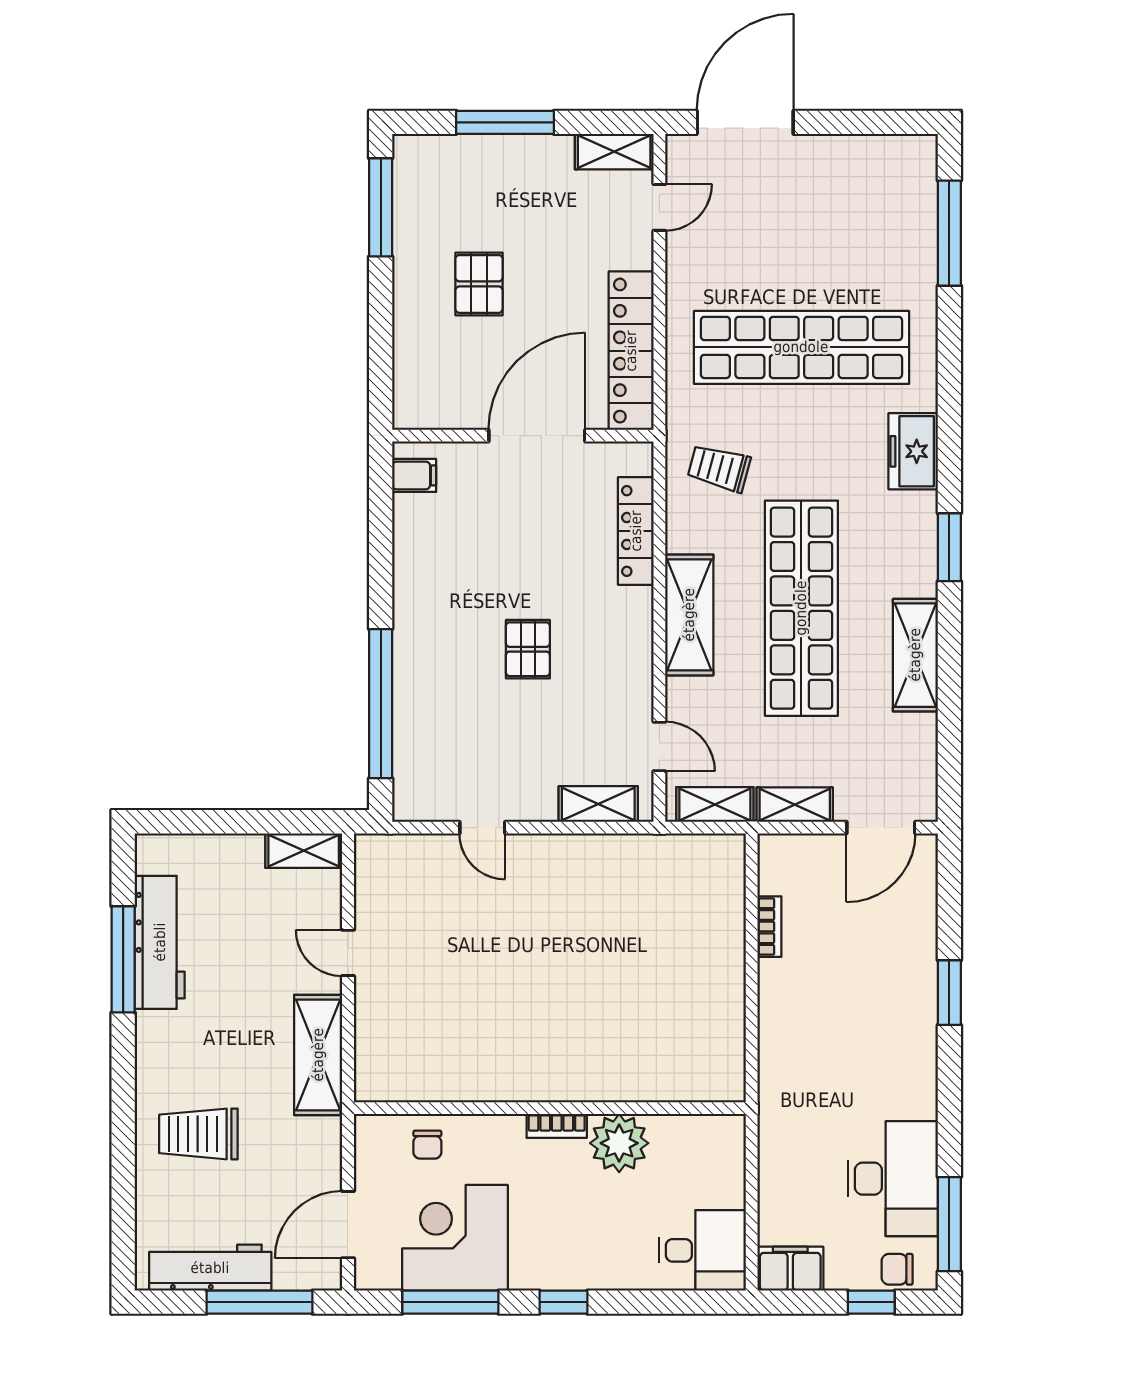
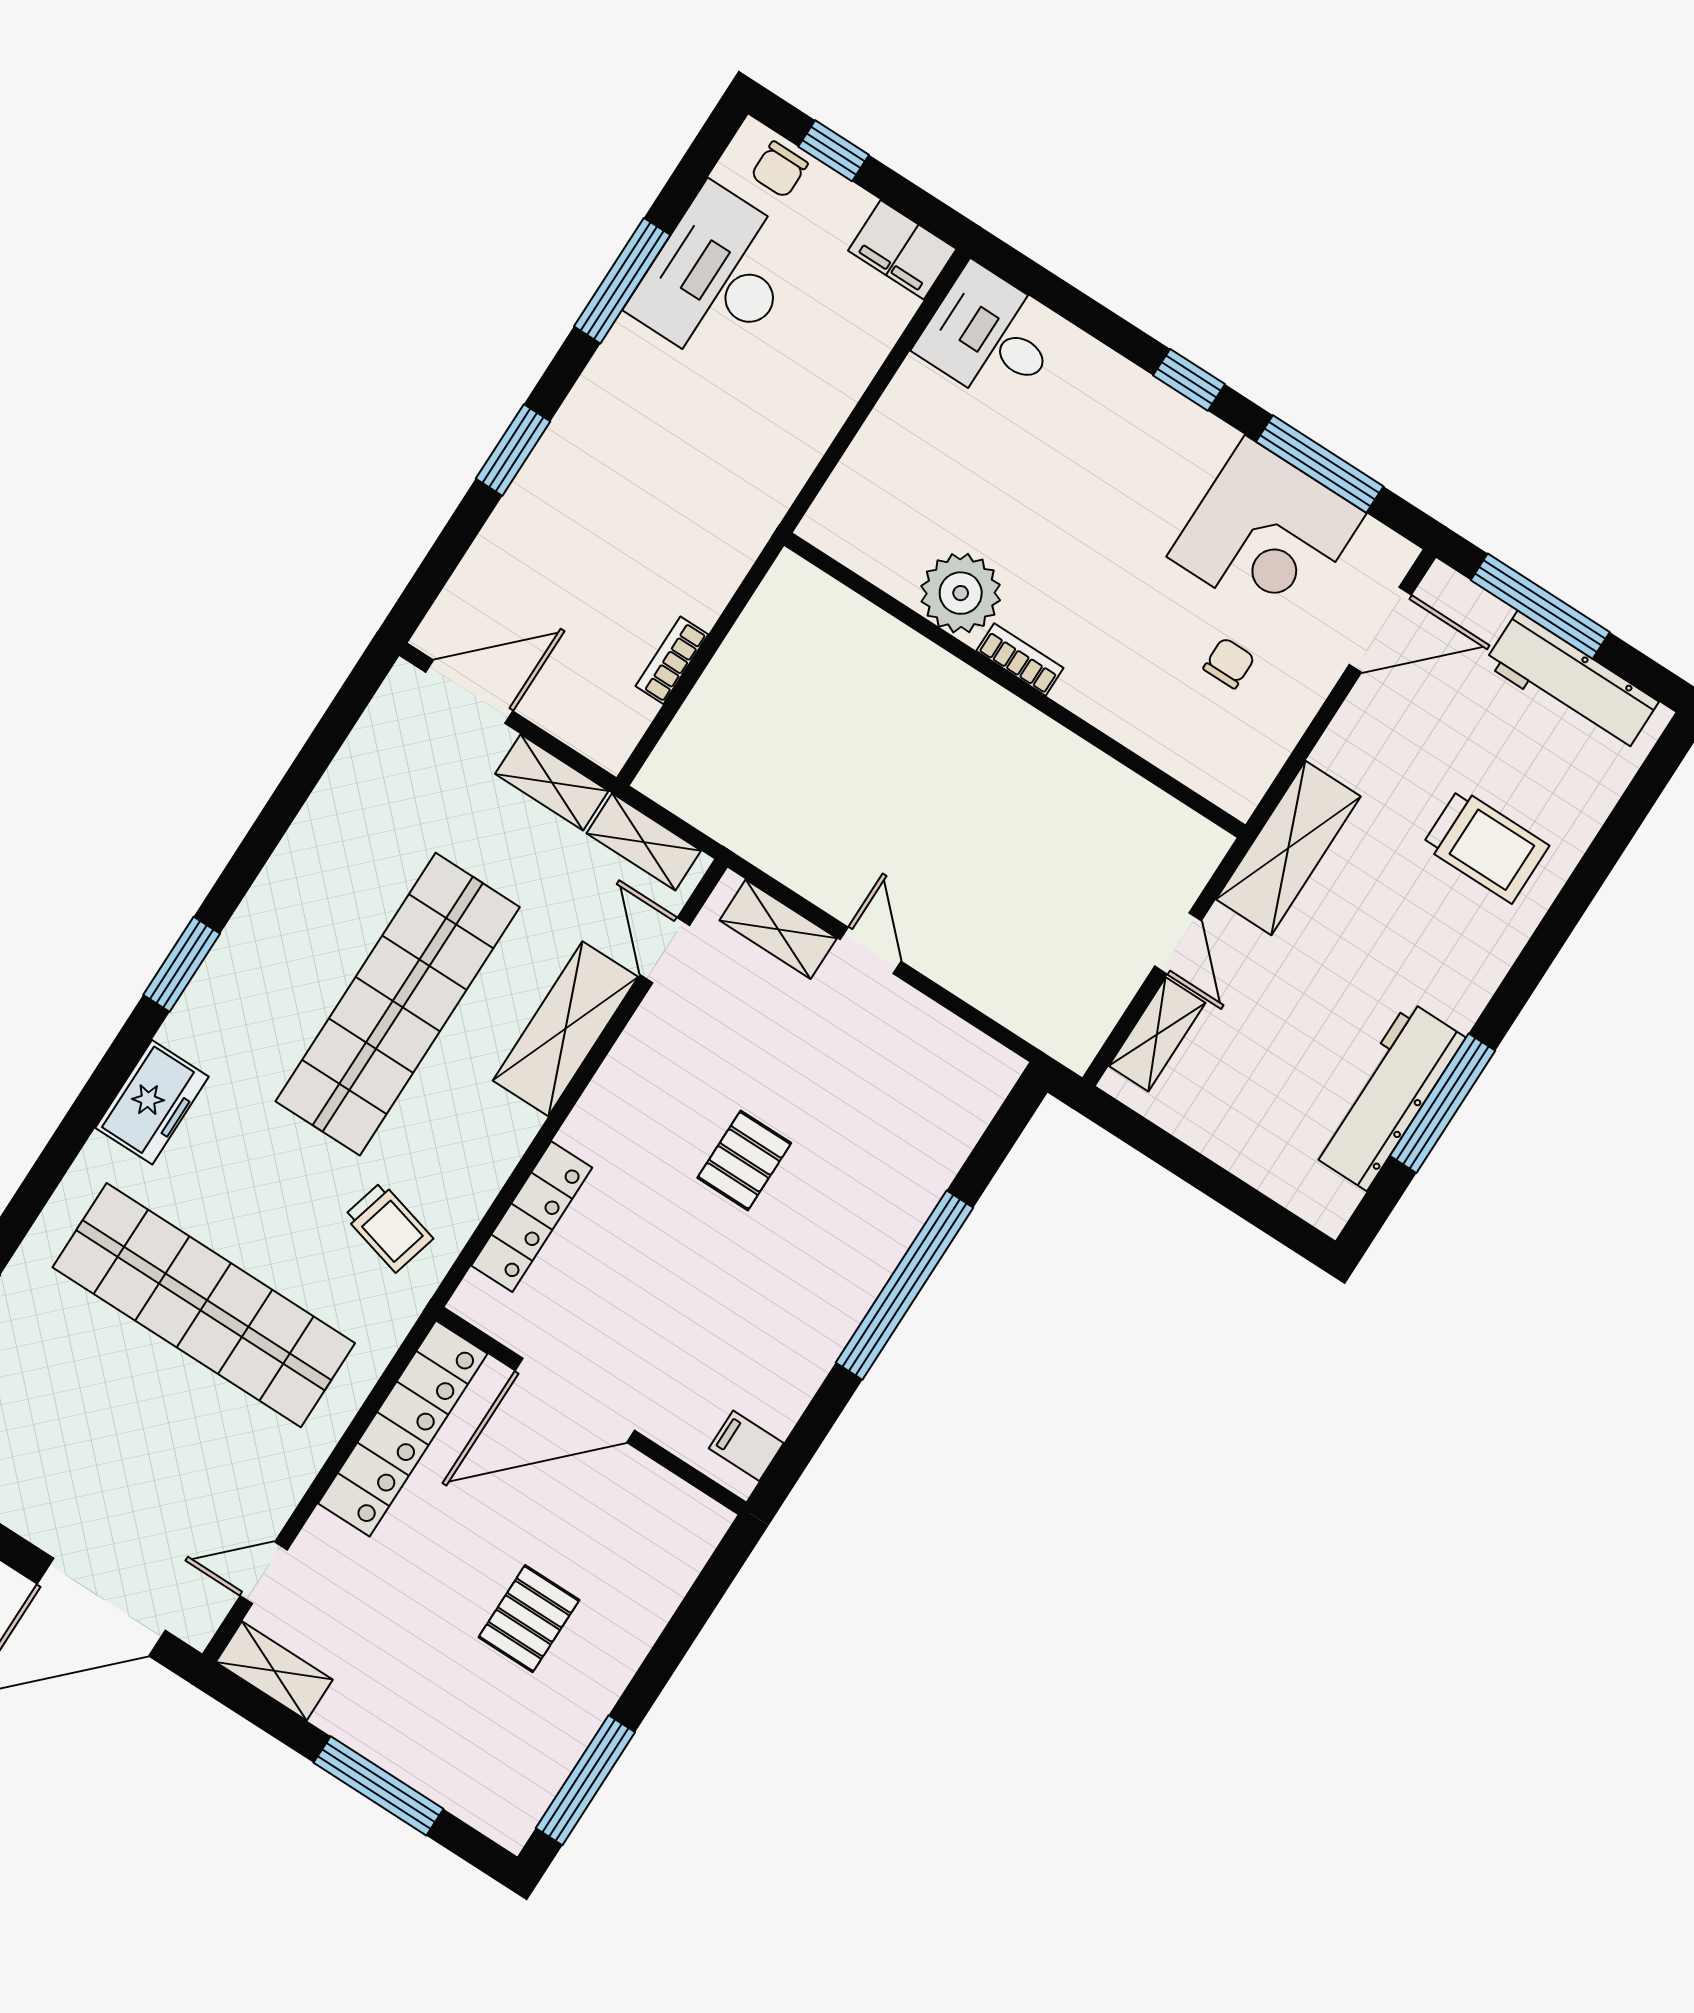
shelving: (689, 615) -> (565, 1029), moved
shelving: (915, 655) -> (301, 865), removed
window: (381, 704) -> (905, 1285), moved
door: (482, 828) -> (871, 950), moved
shelving: (304, 851) -> (1157, 1034), moved, turned 90
wall: (550, 1108) -> (1015, 685), moved
bookcase: (557, 1126) -> (1020, 659), moved
plant: (619, 1143) -> (961, 593), moved
window: (949, 1224) -> (622, 281), moved
chair: (897, 1269) -> (779, 170), turned 90

